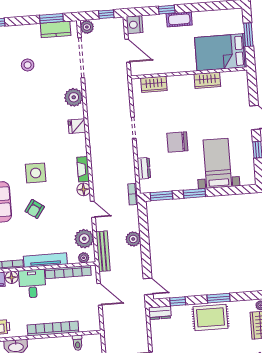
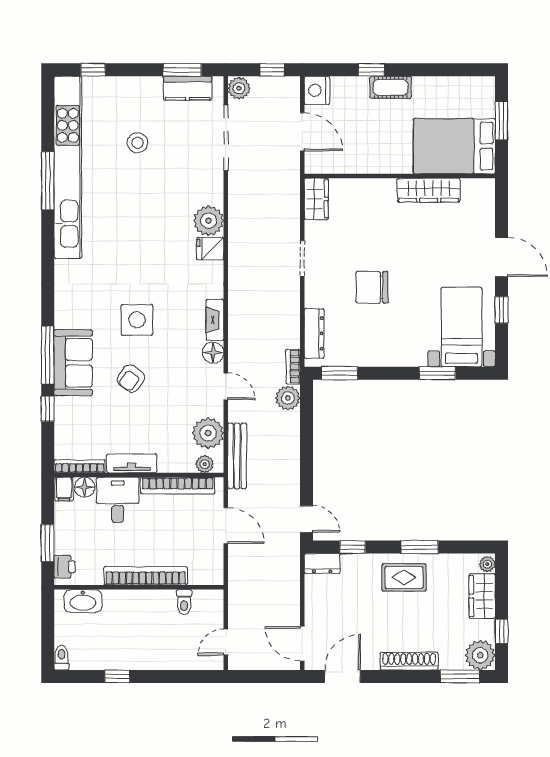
wardrobe: (207, 80) -> (429, 190), width x1.50
wardrobe: (154, 84) -> (316, 199), moved, turned -90
plant: (74, 97) -> (209, 221), moved
bed with nightstands: (217, 163) -> (461, 327), moved
dresser: (144, 168) -> (314, 333), width x1.44
window: (194, 193) -> (437, 373), moved
plant: (133, 239) -> (288, 398), moved
tv unit: (45, 260) -> (132, 463), width x0.71
rug: (210, 317) -> (404, 577), width x0.73, depth x0.70

